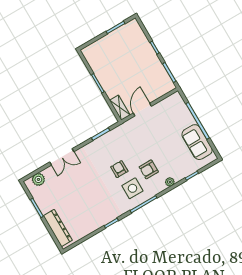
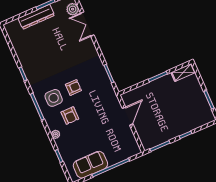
shelving: (120, 108) -> (183, 72), moved
door: (142, 110) -> (128, 116), hinge flipped
double door: (62, 157) -> (87, 24), moved
armchair: (149, 169) -> (70, 116), turned 180
dresser: (58, 228) -> (36, 17), moved

